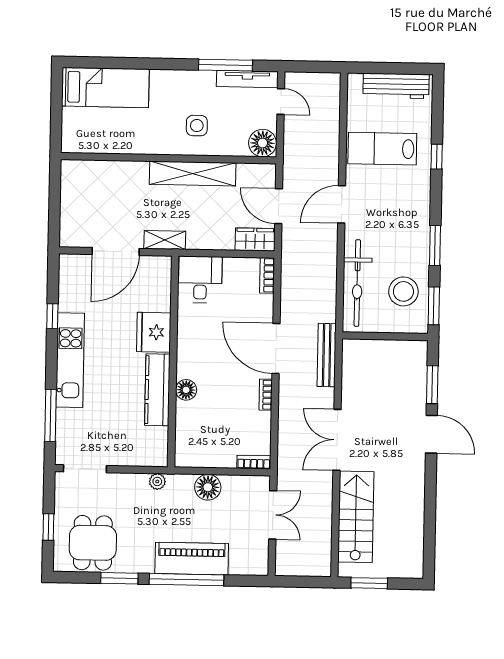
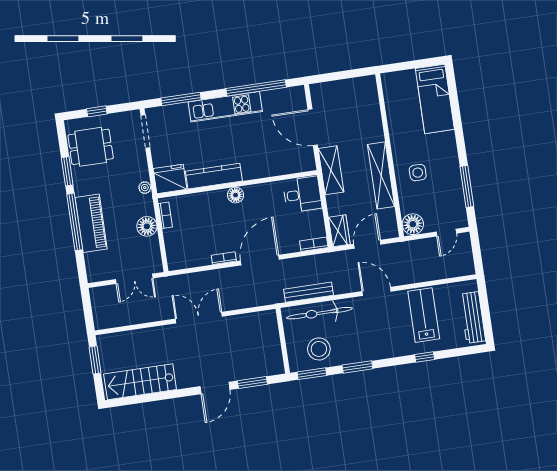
tv unit: (247, 79) -> (459, 205), removed
shelving: (165, 240) -> (331, 170), width x1.50, depth x1.33
window: (52, 316) -> (256, 88), width x3.17
fridge: (154, 332) -> (170, 179), moved
bench: (327, 355) -> (309, 292), moved
floor lamp: (186, 390) -> (236, 195), moved
bookcase: (254, 462) -> (165, 215), moved
stairs: (356, 517) -> (140, 382), moved, turned 180

